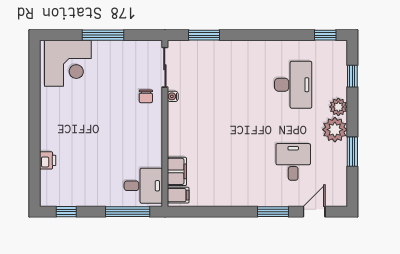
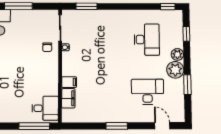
desk: (293, 162) -> (147, 92), width x1.37
filing cabinet: (178, 195) -> (69, 82), moved
window: (273, 212) -> (117, 126), moved
door: (314, 212) -> (162, 126), hinge flipped

